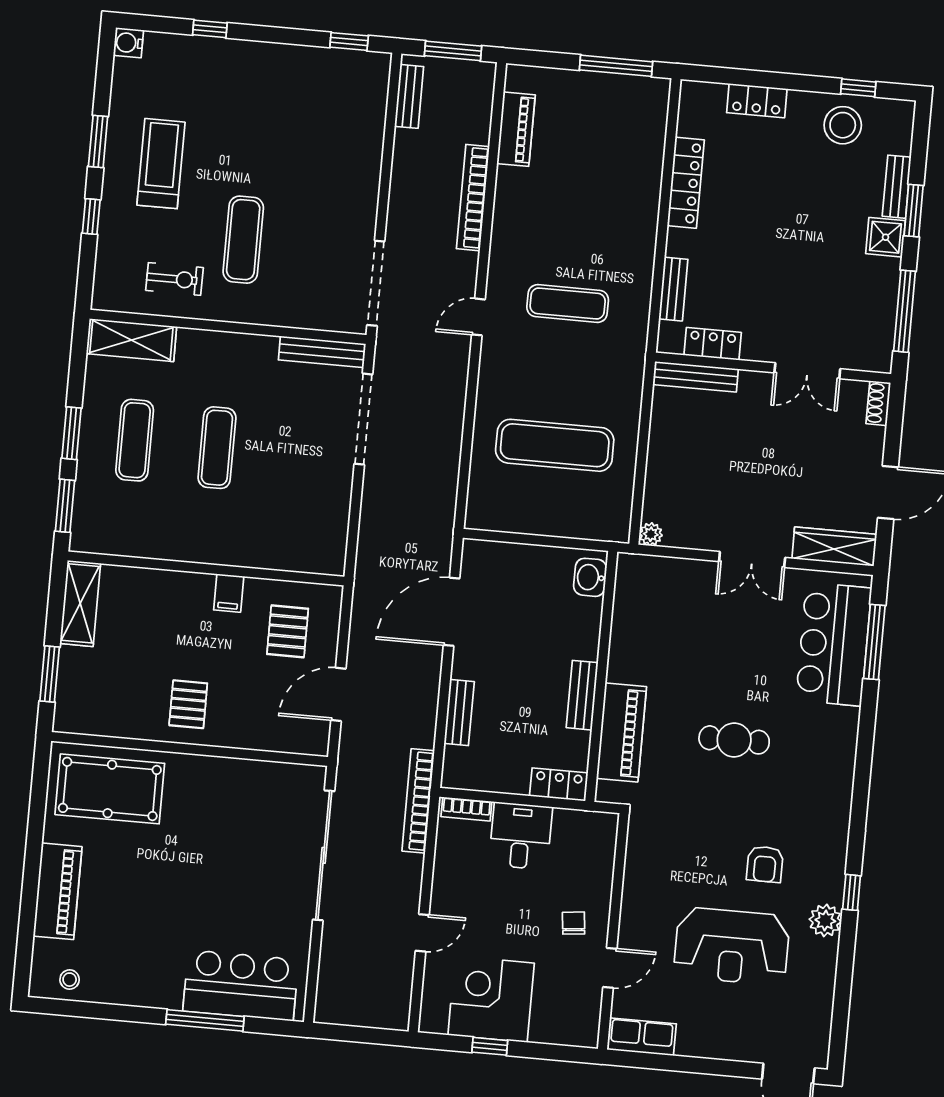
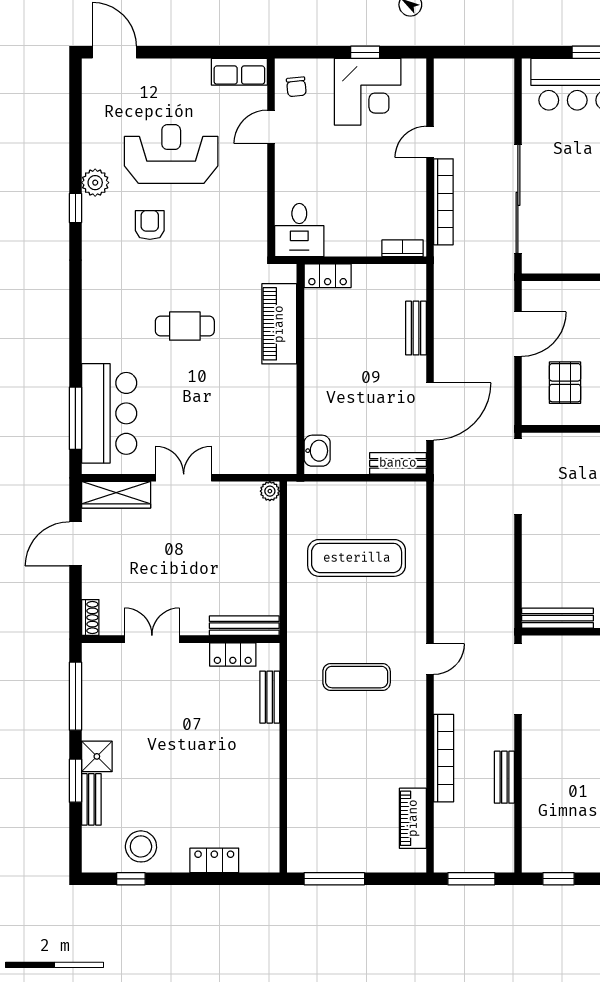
bench: (409, 96) -> (504, 777), moved
locker: (686, 183) -> (267, 787), removed
doorway: (363, 419) -> (518, 477), moved
bench: (582, 695) -> (398, 463), moved, turned 90
bookcase: (418, 801) -> (443, 202), moved
desk: (521, 836) -> (299, 230), moved
chair: (574, 923) -> (296, 87), moved

